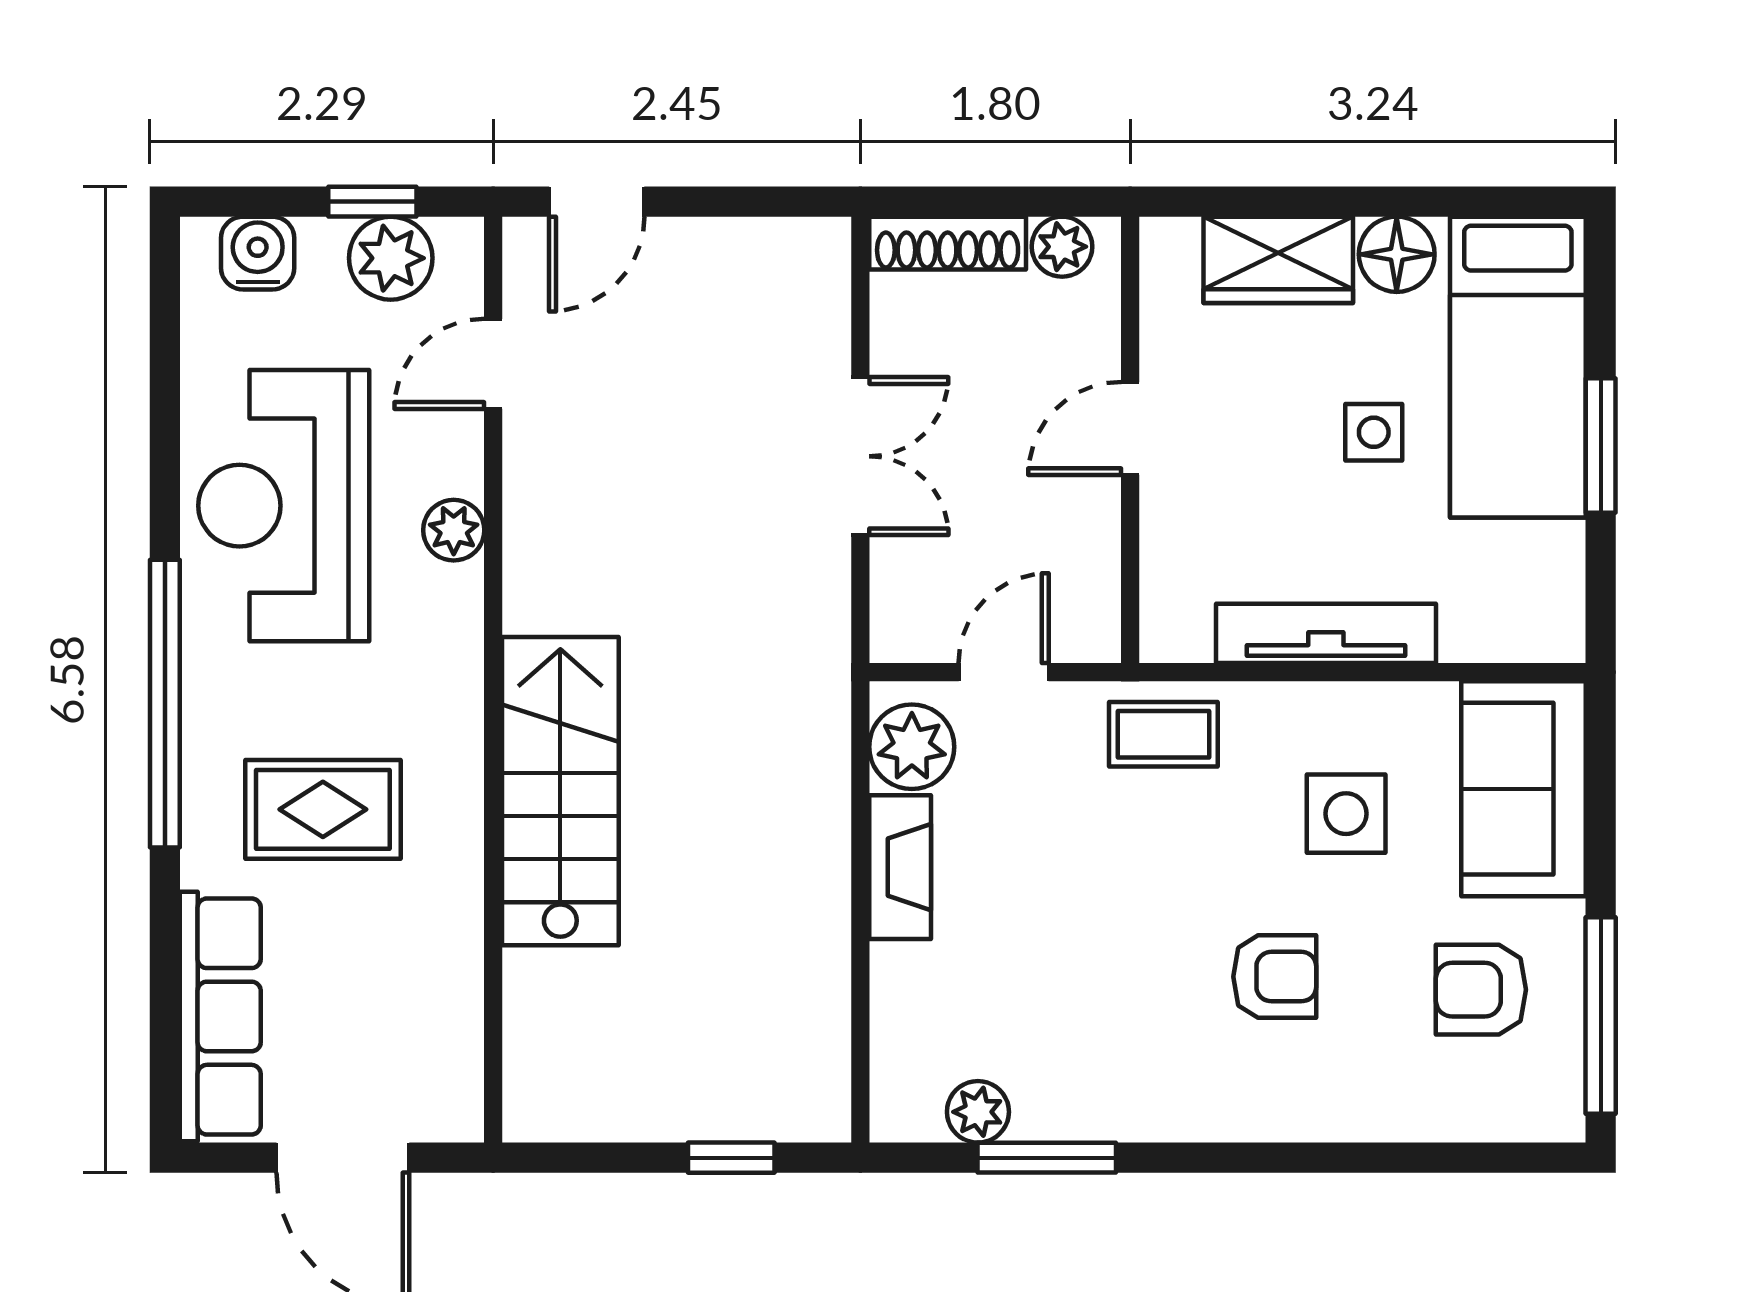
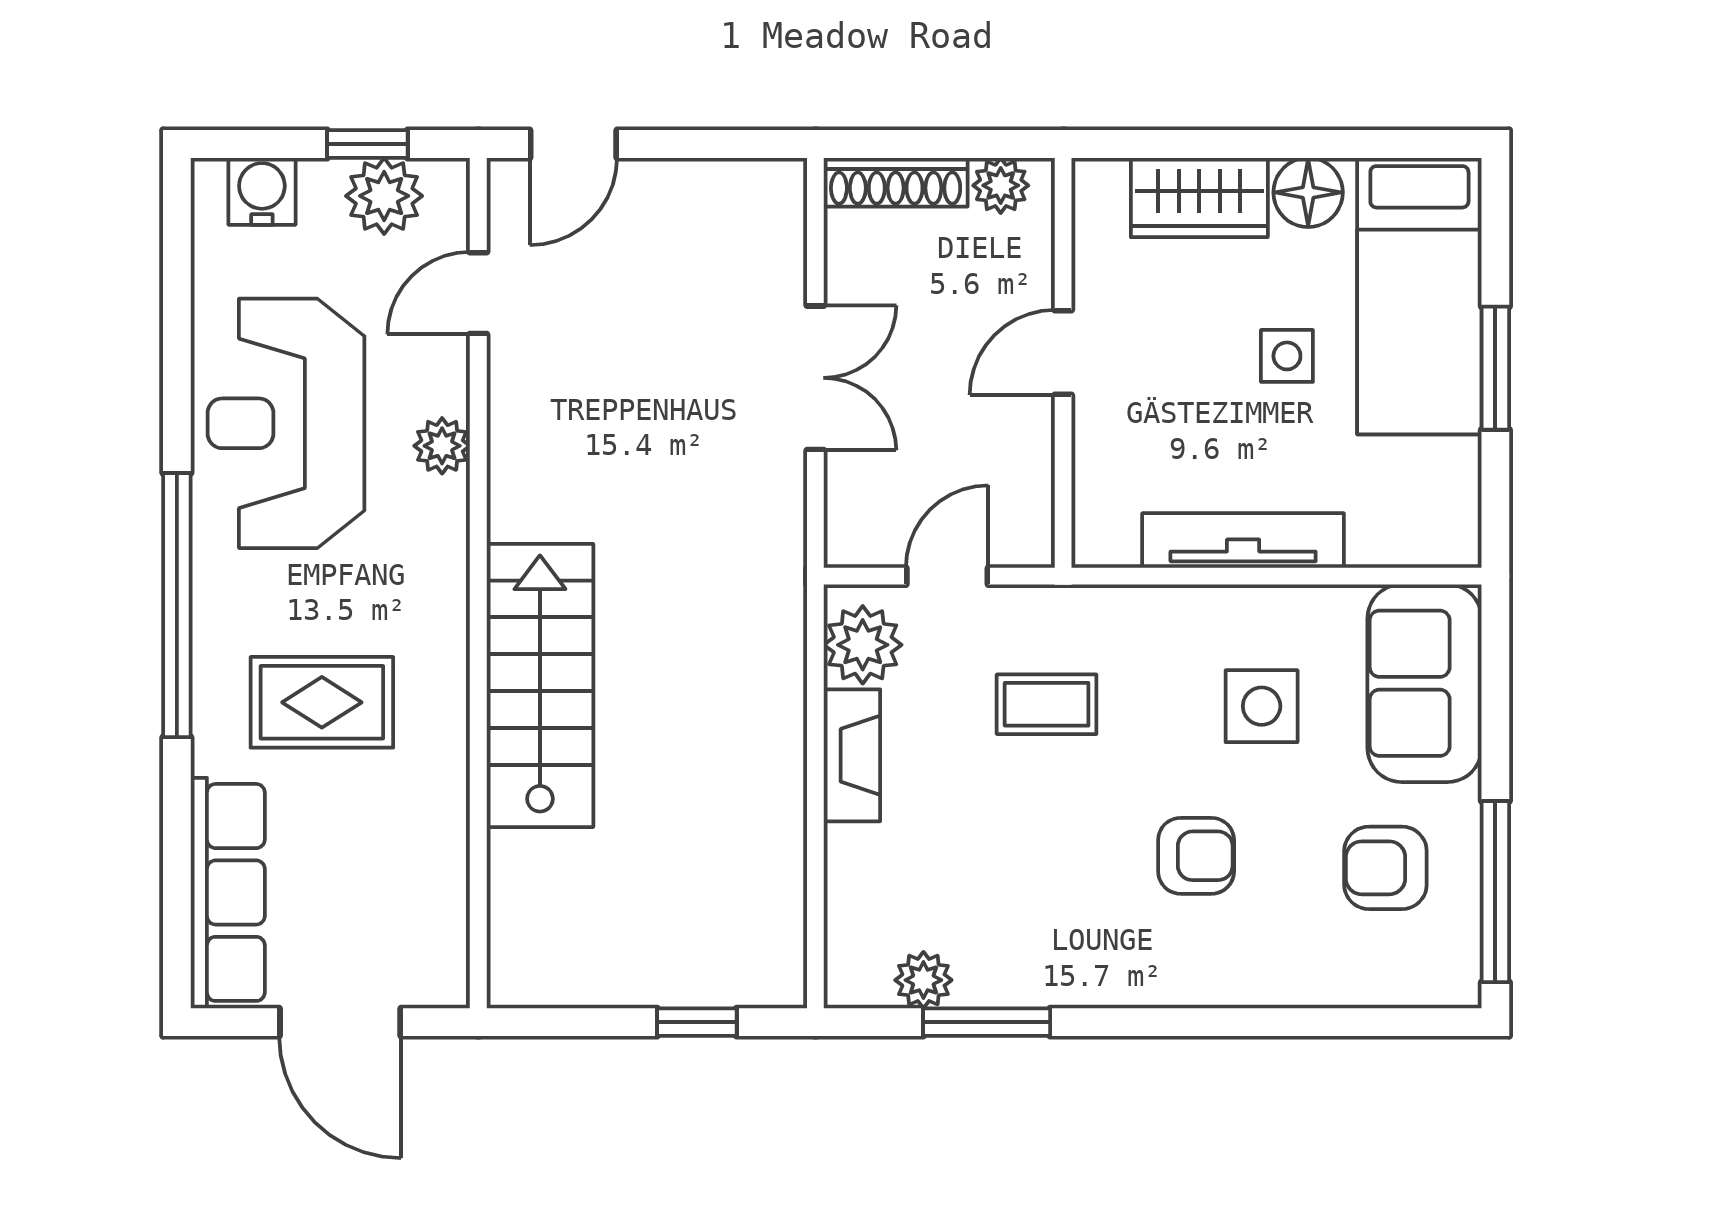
coffee table: (1163, 734) -> (1047, 704), moved

